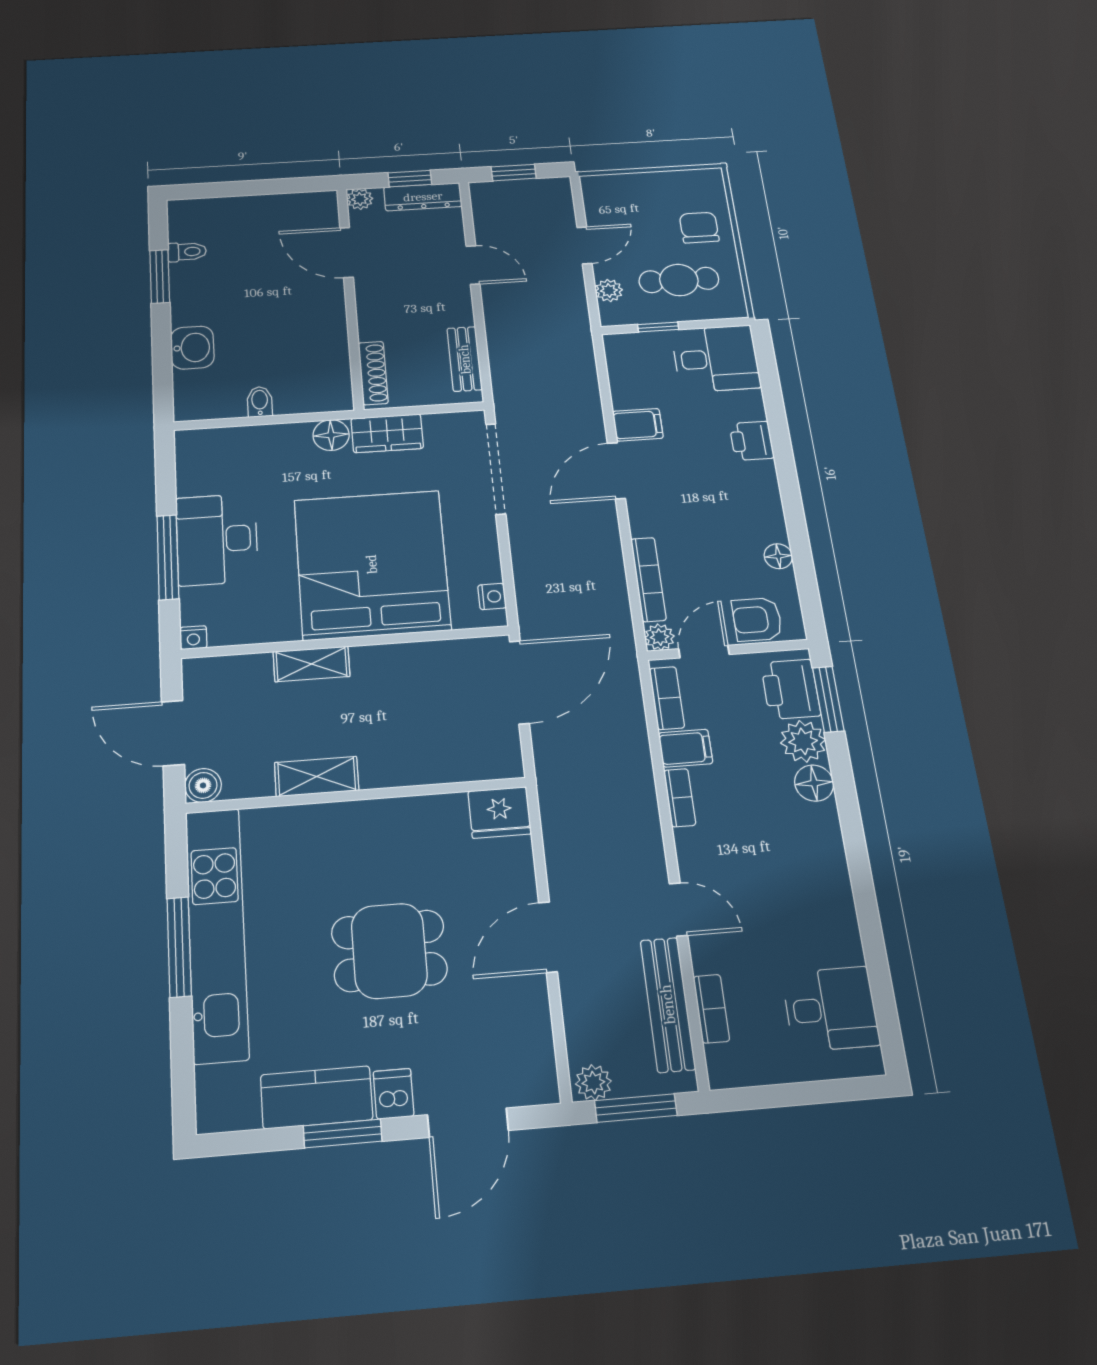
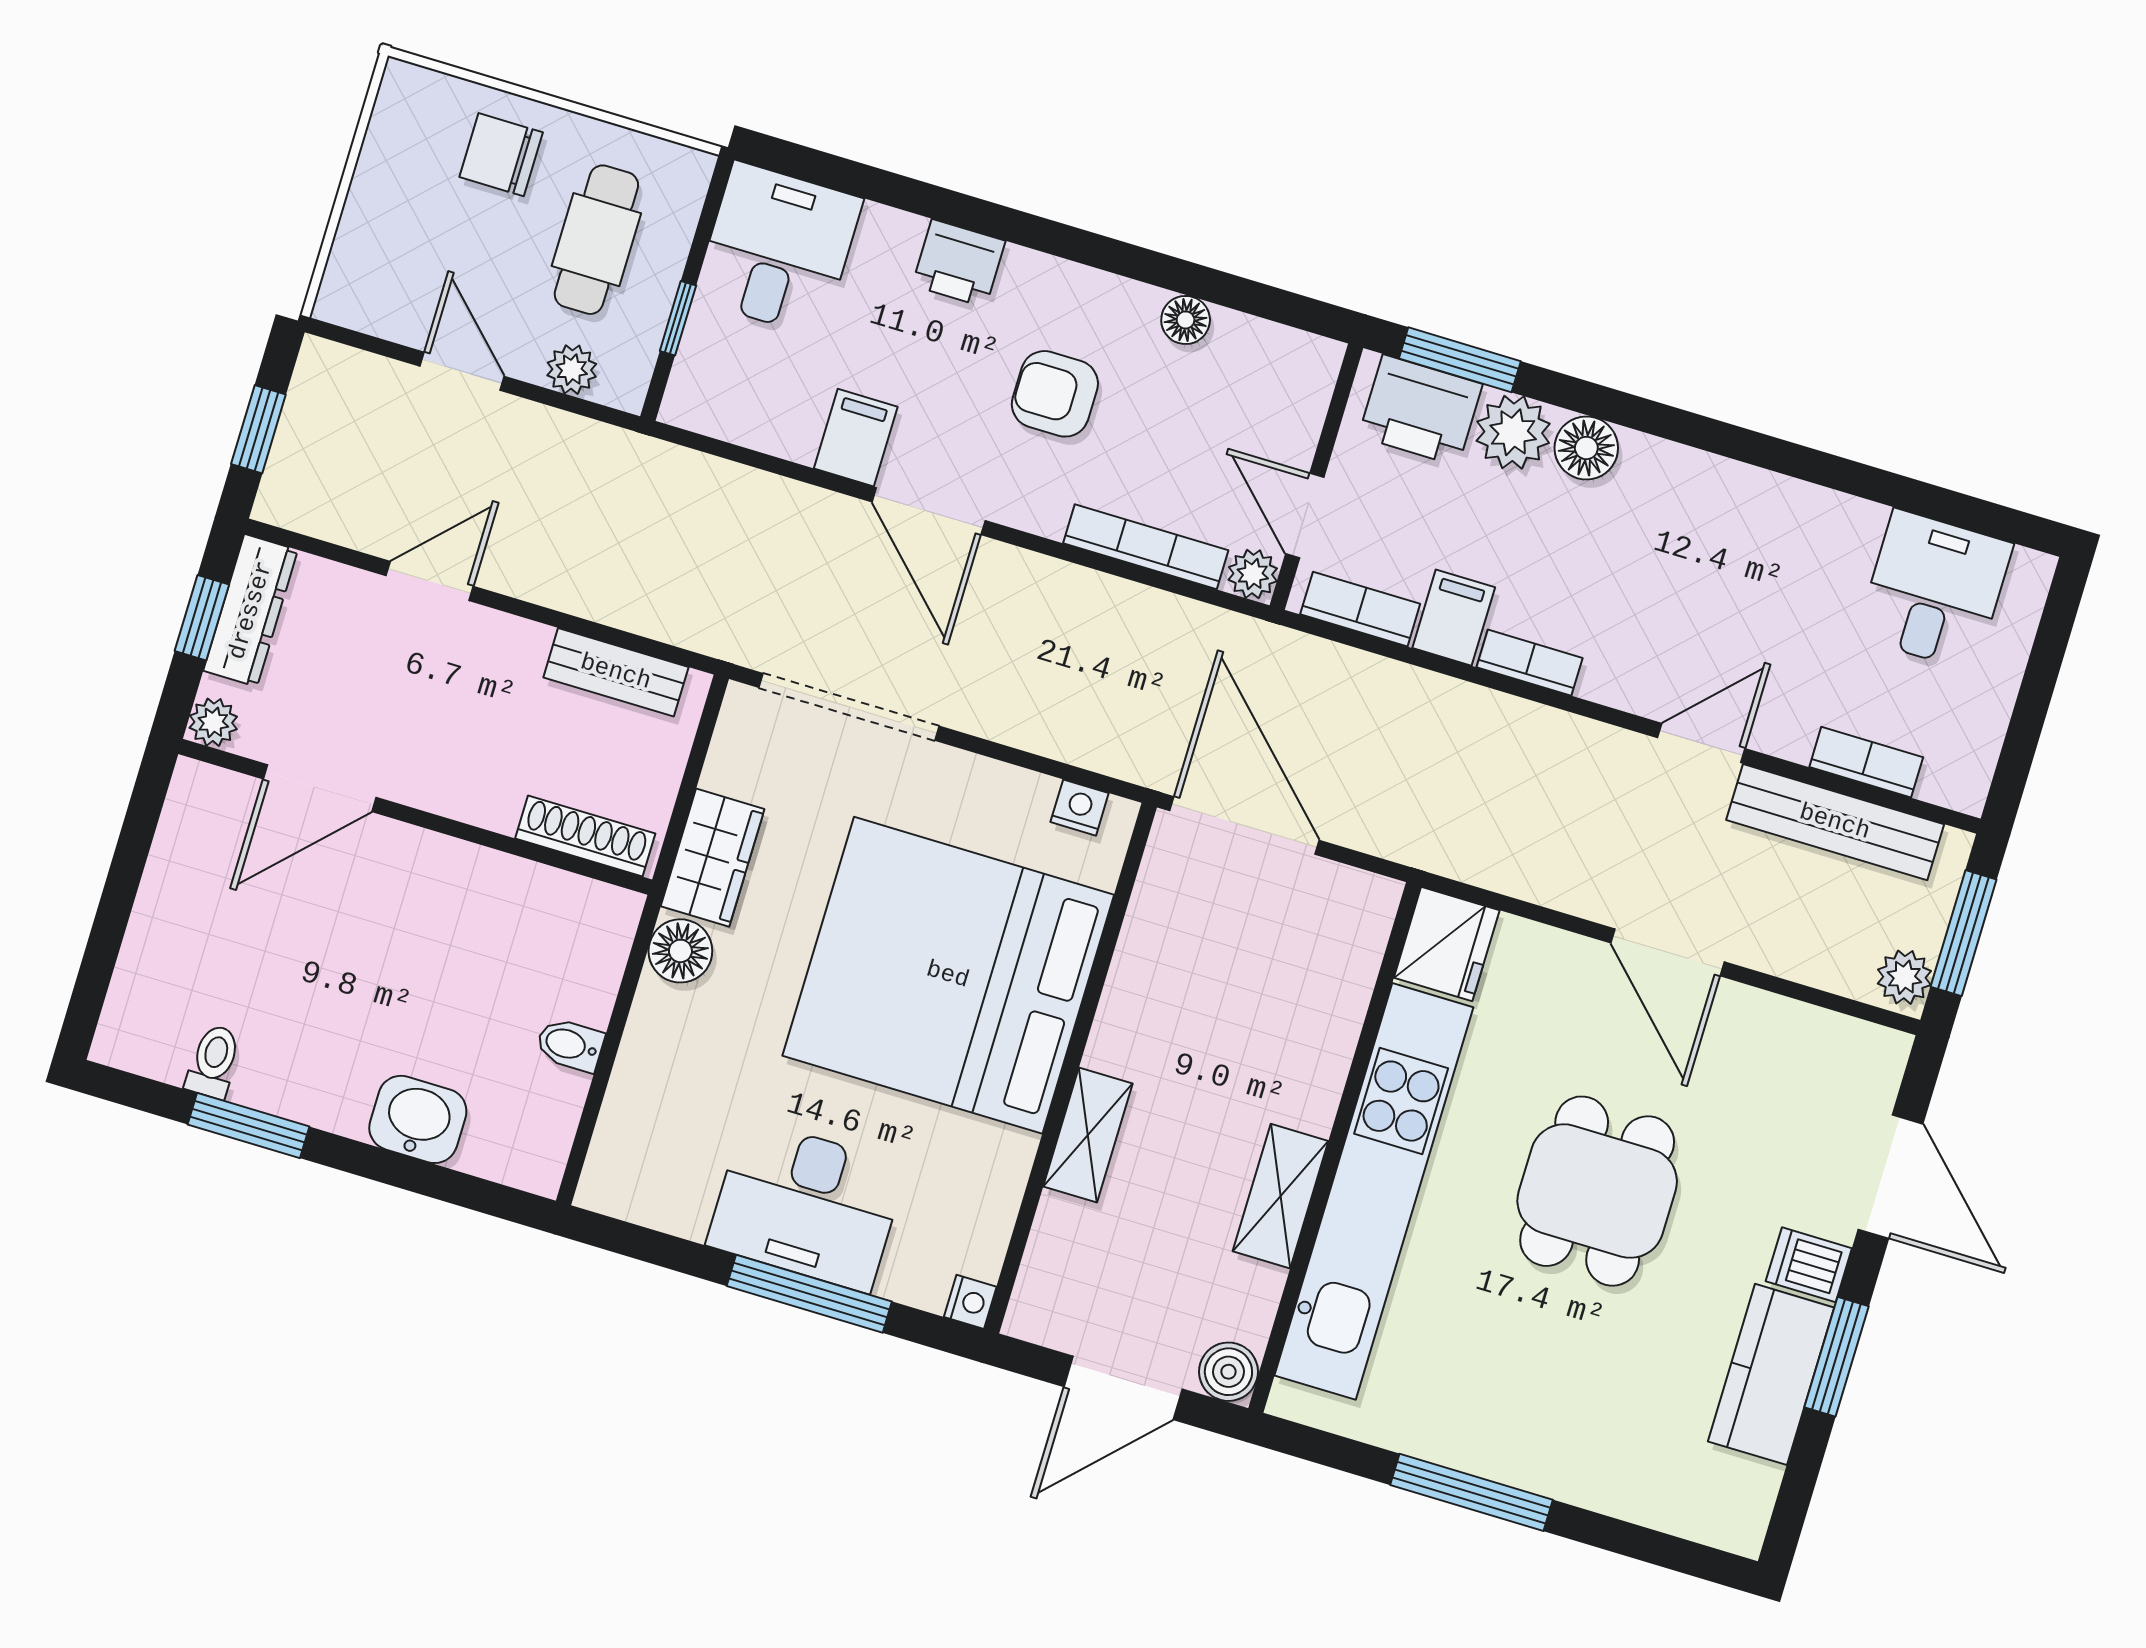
armchair: (757, 619) -> (1055, 394), moved, turned 90
kitchen unit: (217, 933) -> (1374, 1191), moved, turned 90

